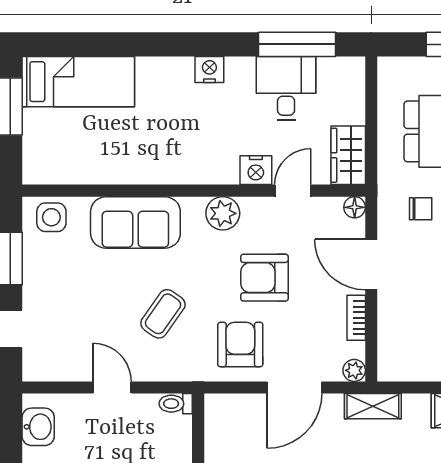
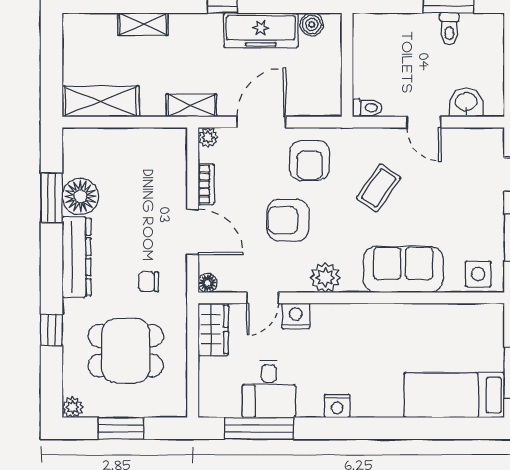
armchair: (264, 278) -> (288, 220), turned 180
washbasin: (38, 427) -> (466, 102), moved, turned 90

